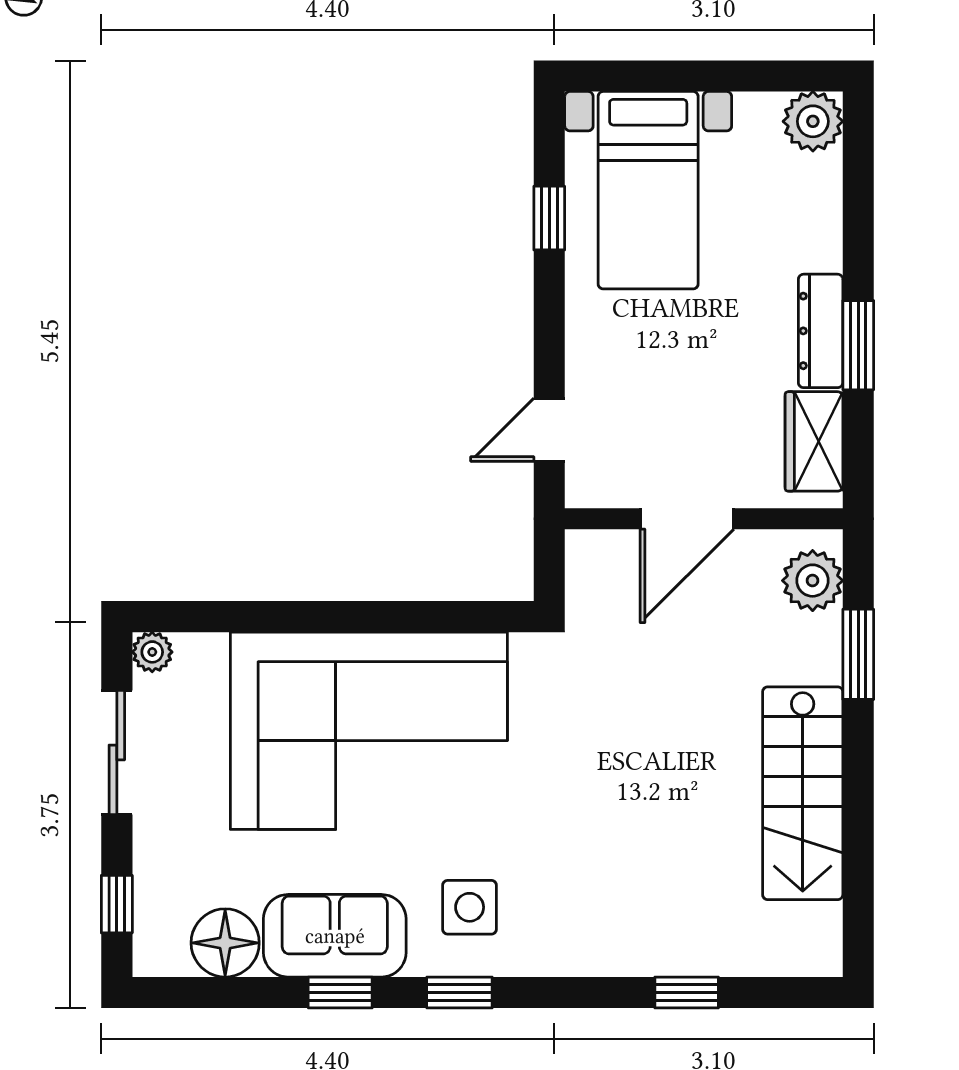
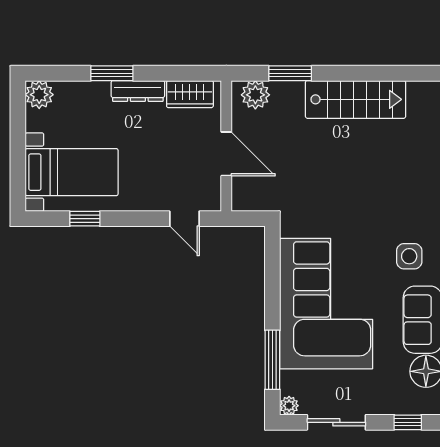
window: (858, 345) -> (112, 73), moved
window: (249, 617) -> (272, 360), added

